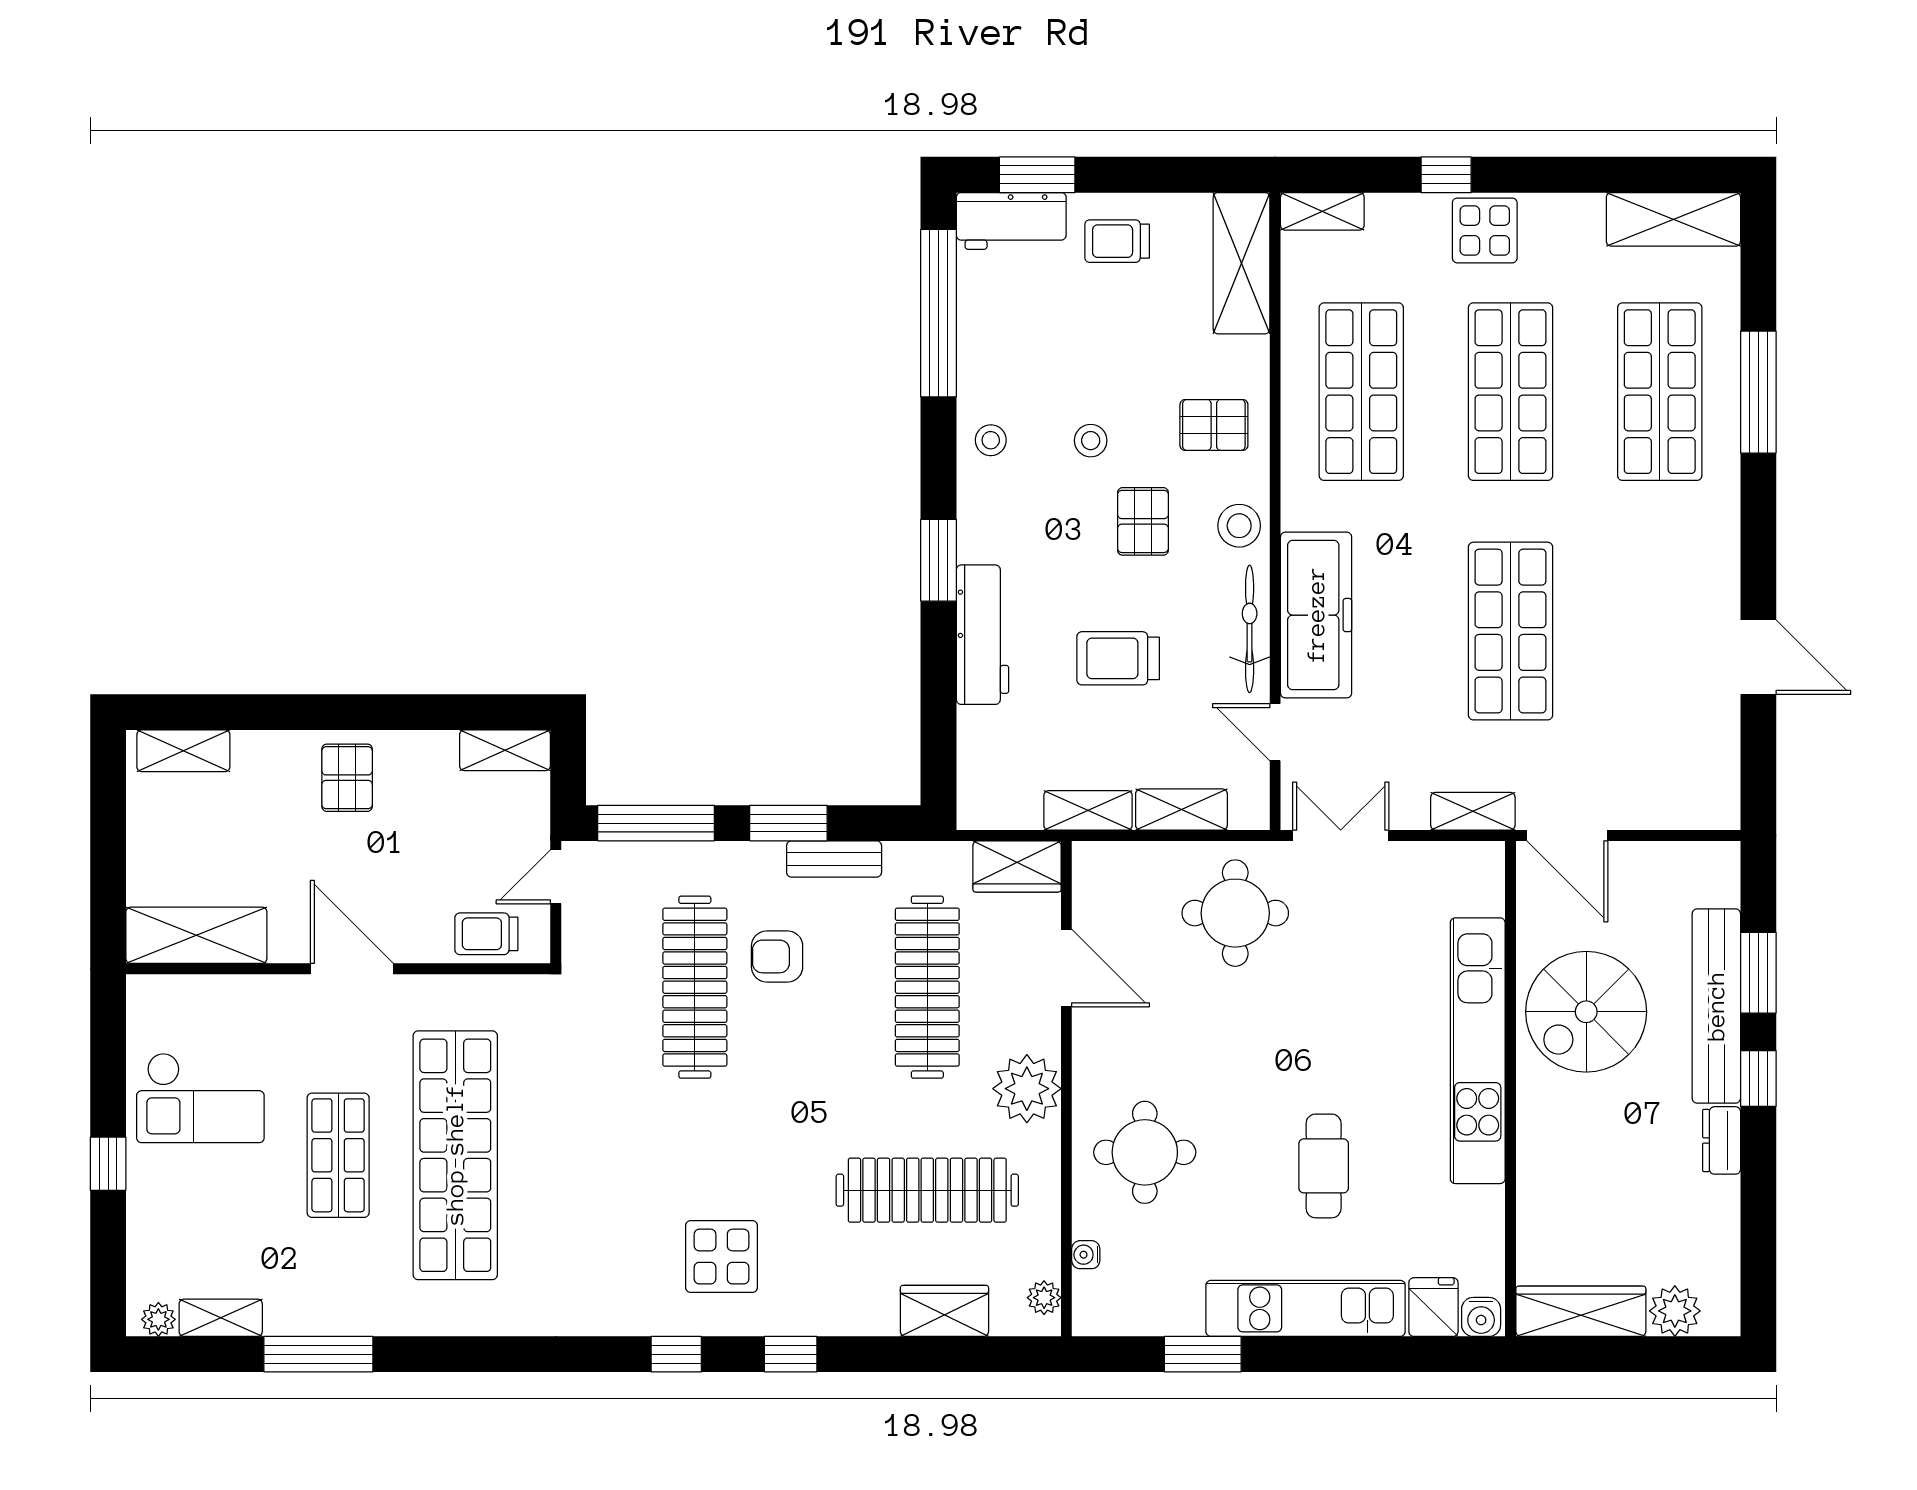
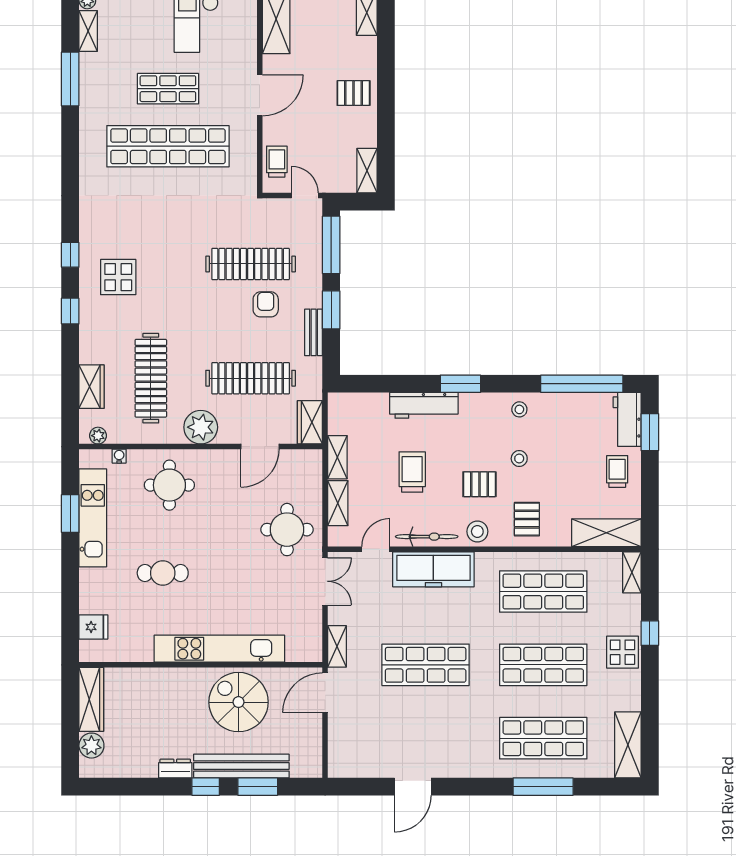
kitchen unit: (1306, 1308) -> (93, 518), moved
water cooler: (1481, 1317) -> (89, 650), removed

